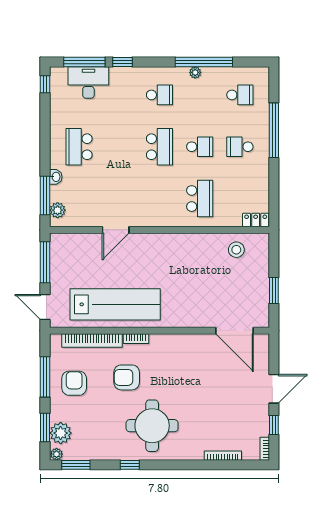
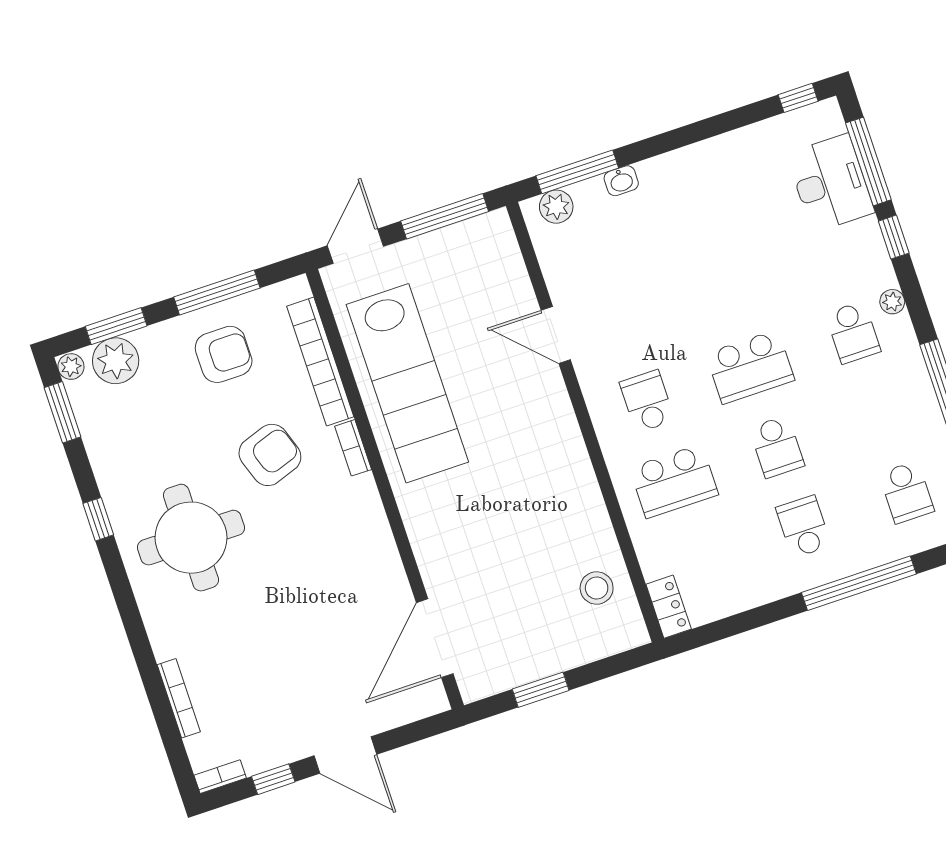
plant: (195, 72) -> (892, 302), moved
school desk: (79, 147) -> (647, 401), moved, width x0.54
armchair: (127, 377) -> (270, 455), turned 71

